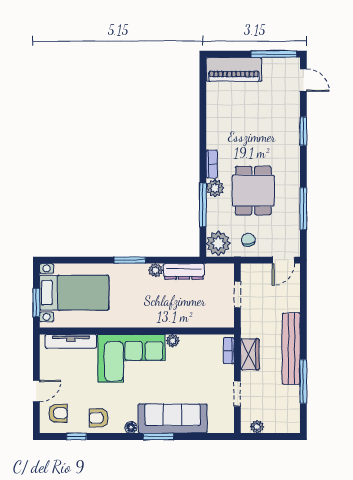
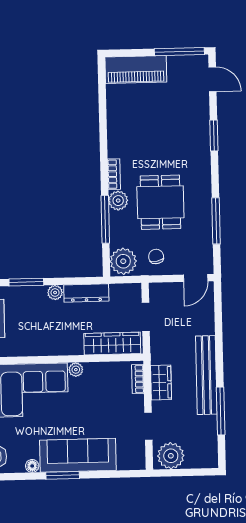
wardrobe: (206, 318) -> (112, 344), added
plant: (257, 427) -> (171, 456), width x1.88, depth x1.88

